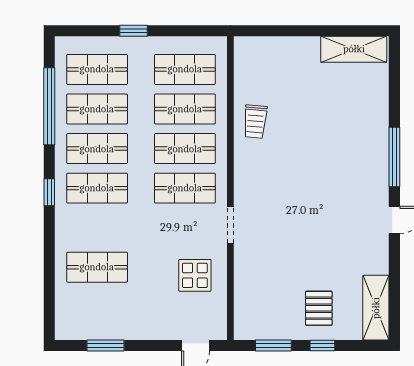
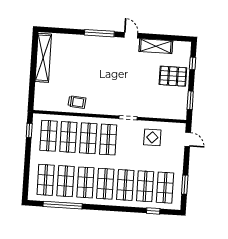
window: (133, 31) -> (29, 130), moved
shelving: (354, 49) -> (43, 58), width x1.47
window: (49, 192) -> (153, 211), moved
shop shelf: (97, 228) -> (125, 185), added
shop shelf: (97, 307) -> (165, 188), added
pallet: (319, 308) -> (173, 76), width x1.50, depth x1.42
shelving: (376, 308) -> (156, 46), moved
window: (322, 346) -> (193, 63), moved

